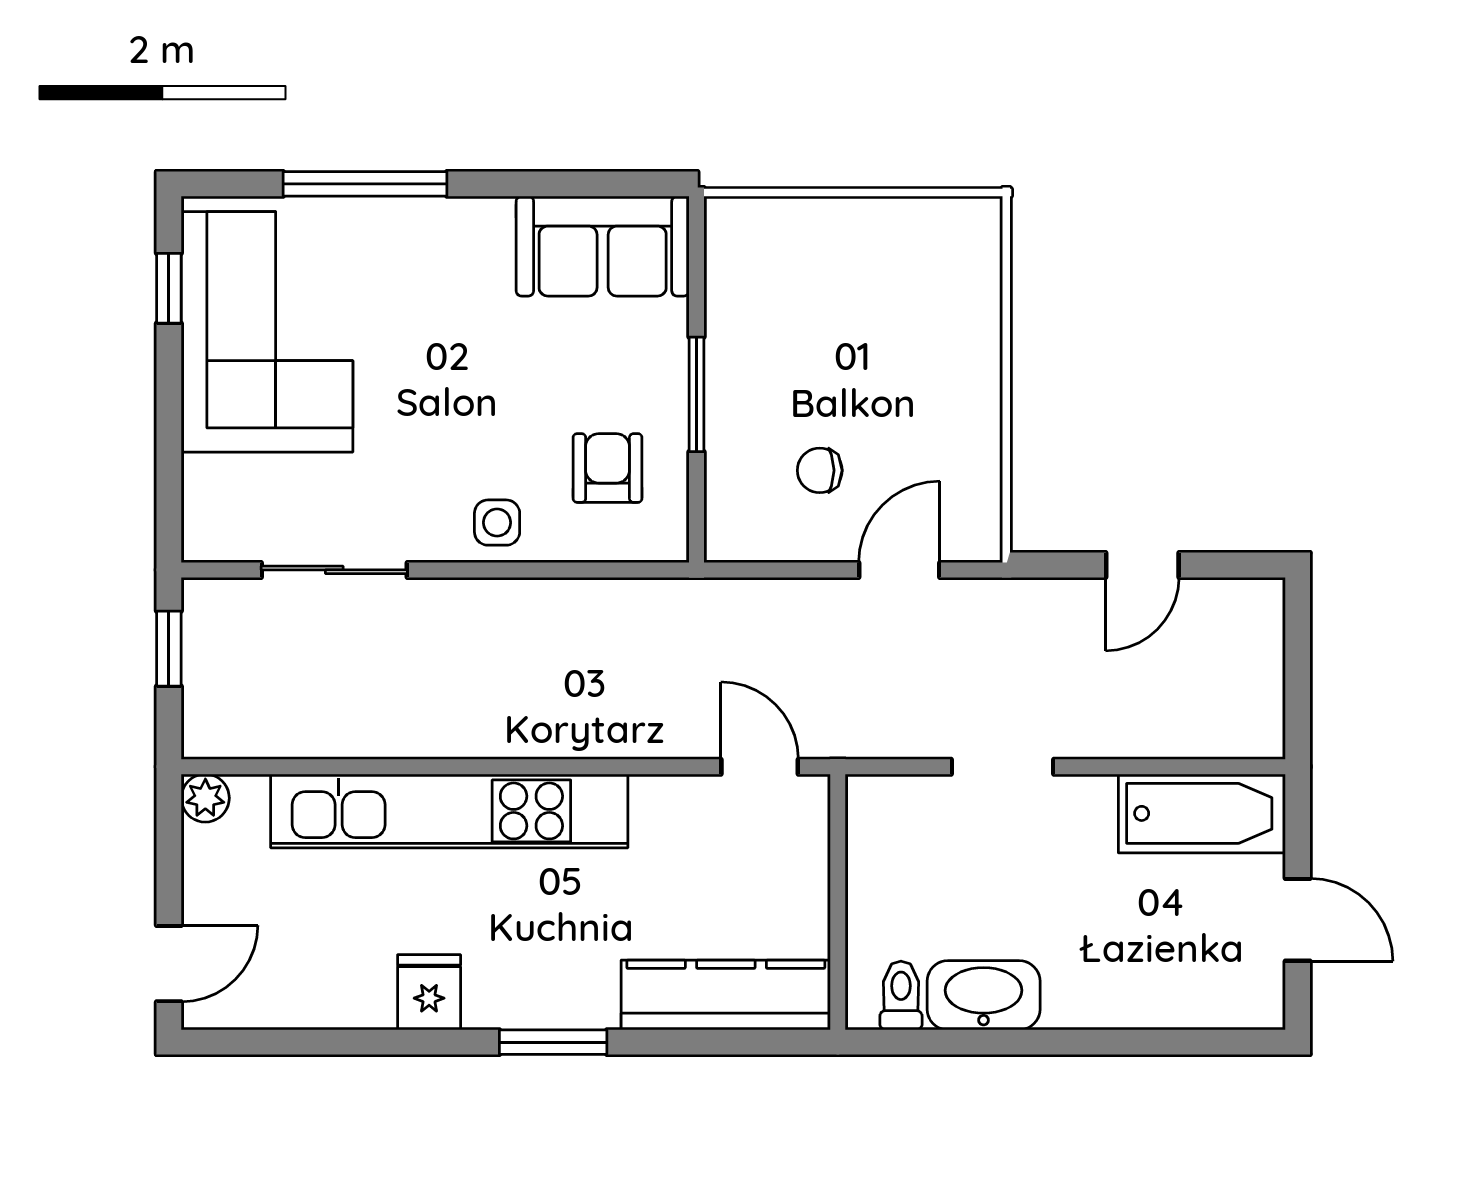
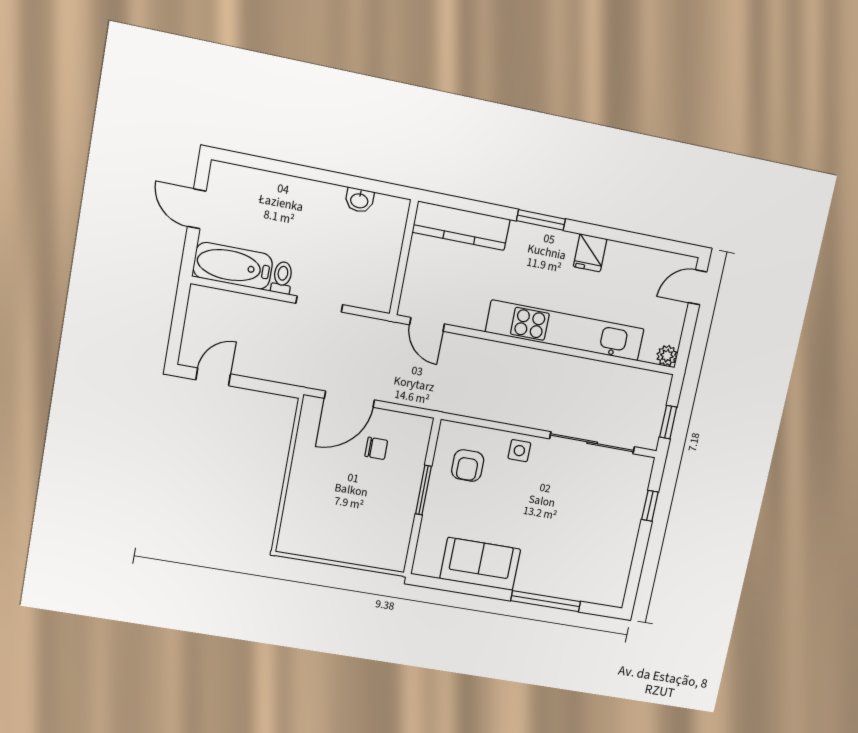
sofa: (603, 246) -> (480, 564), moved
window: (169, 288) -> (650, 506), moved
corner sofa: (267, 332) -> (599, 547), removed
door: (1142, 565) -> (213, 377), moved
sliding door: (334, 570) -> (592, 443), width x1.37
door: (899, 570) -> (349, 399), width x1.38
toilet: (901, 995) -> (282, 278), moved, turned 180
washbasin: (984, 995) -> (359, 200), width x0.52, depth x0.69

